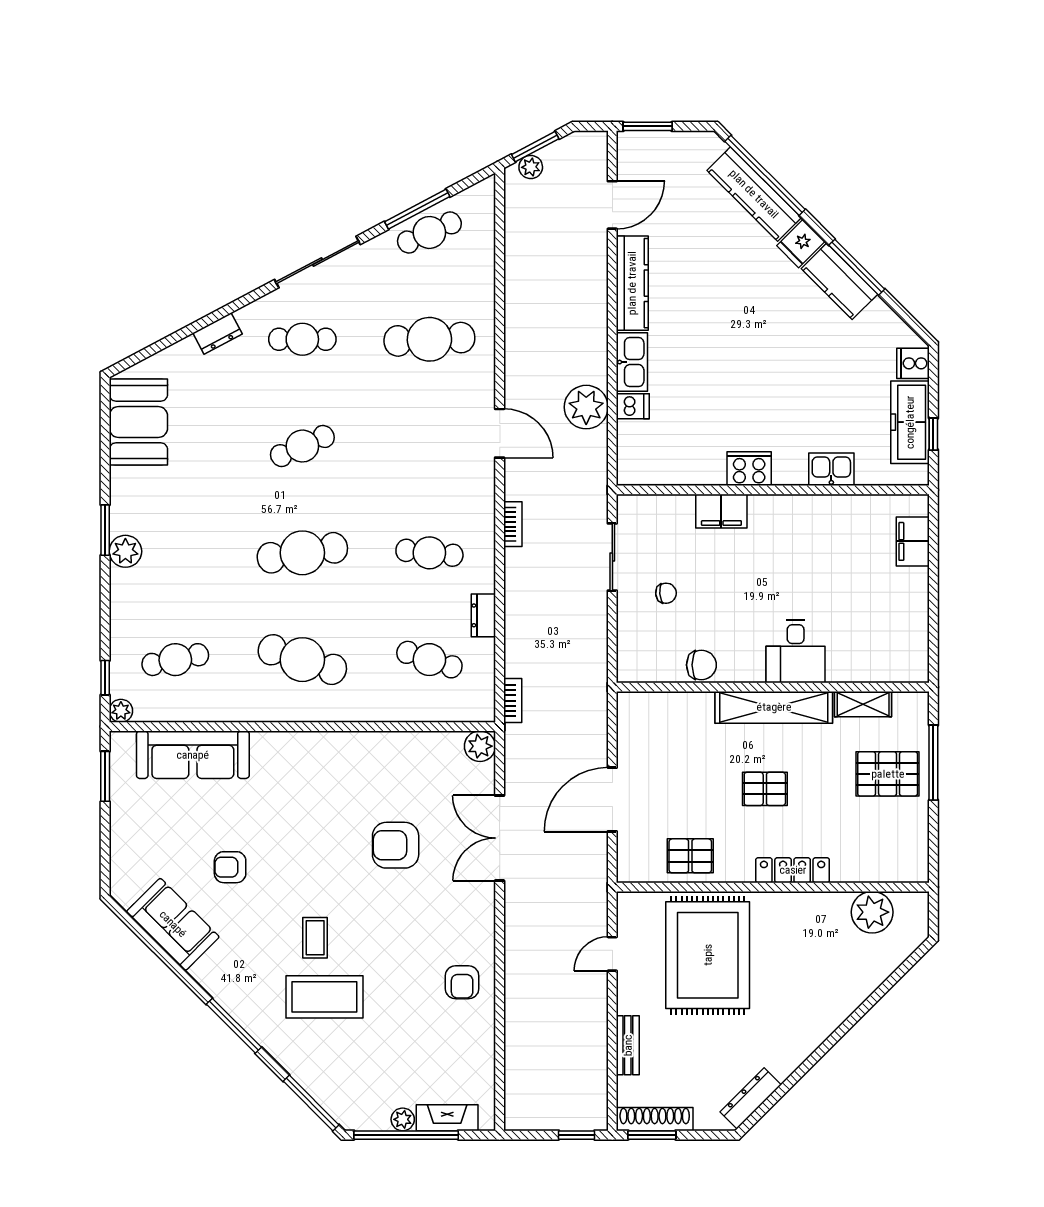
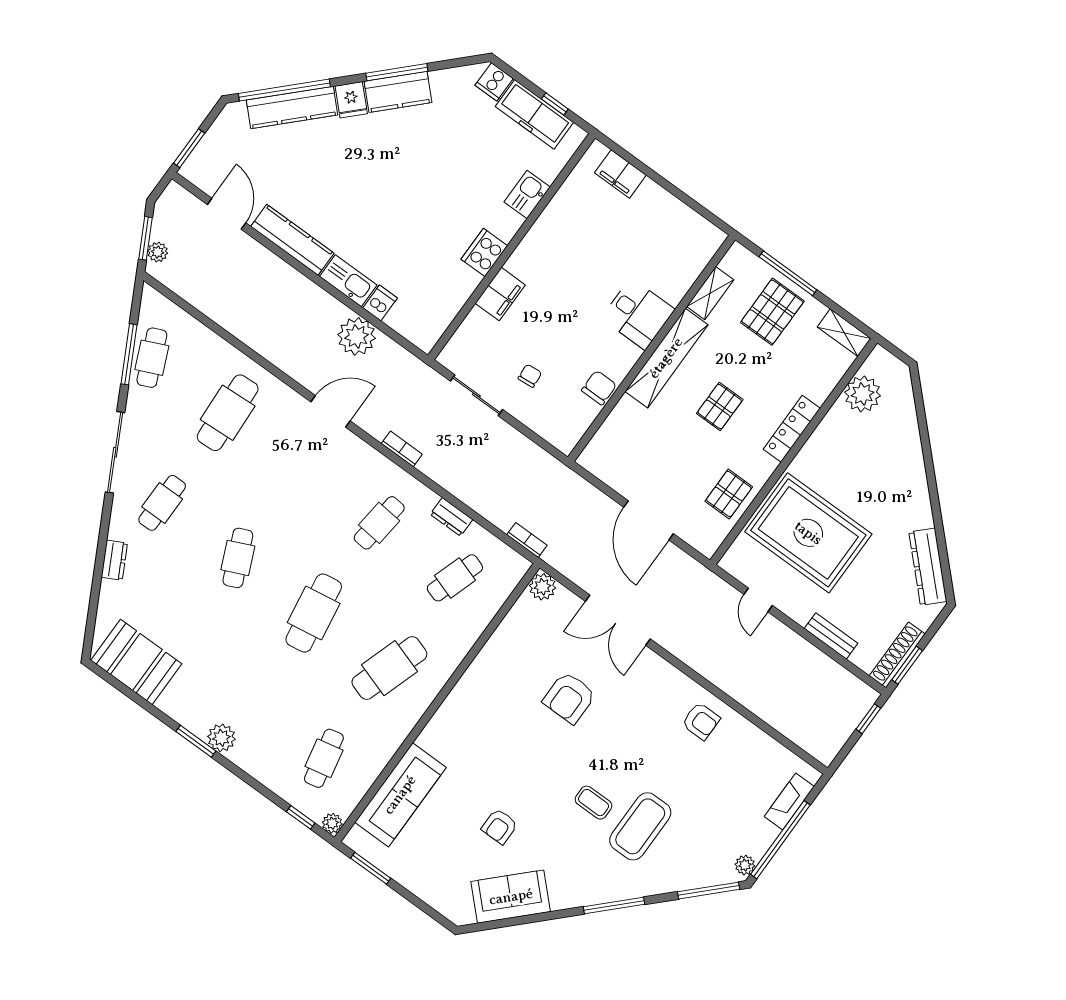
shelving: (916, 854) -> (844, 333), added
dresser: (751, 1098) -> (928, 567), width x1.37, depth x1.24
plant: (403, 1119) -> (745, 865), moved

